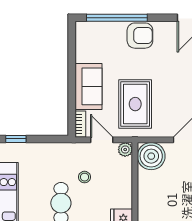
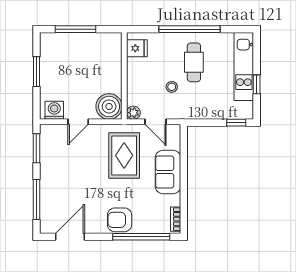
bookcase: (80, 124) -> (176, 219), moved

